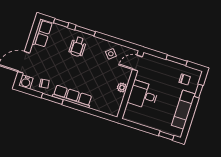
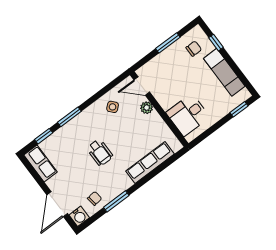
wheelchair: (78, 47) -> (100, 153), moved
door: (137, 63) -> (142, 86), hinge flipped
plant: (122, 88) -> (147, 108), moved
desk: (143, 95) -> (188, 115), moved
row of seats: (72, 96) -> (150, 163), moved

